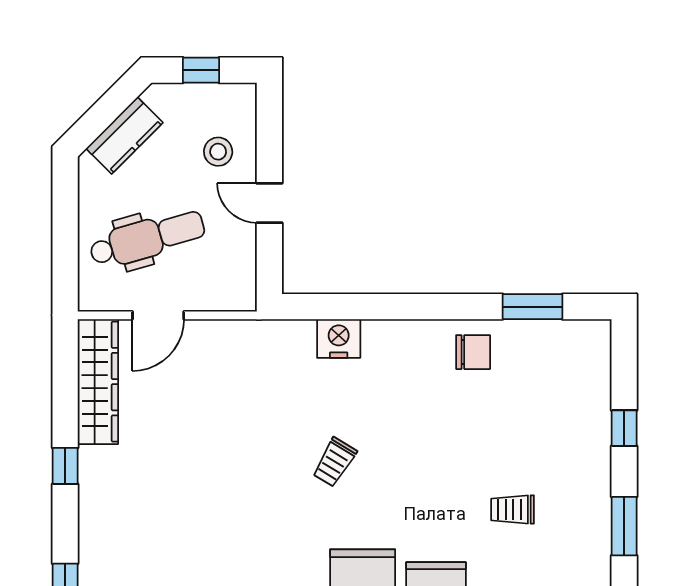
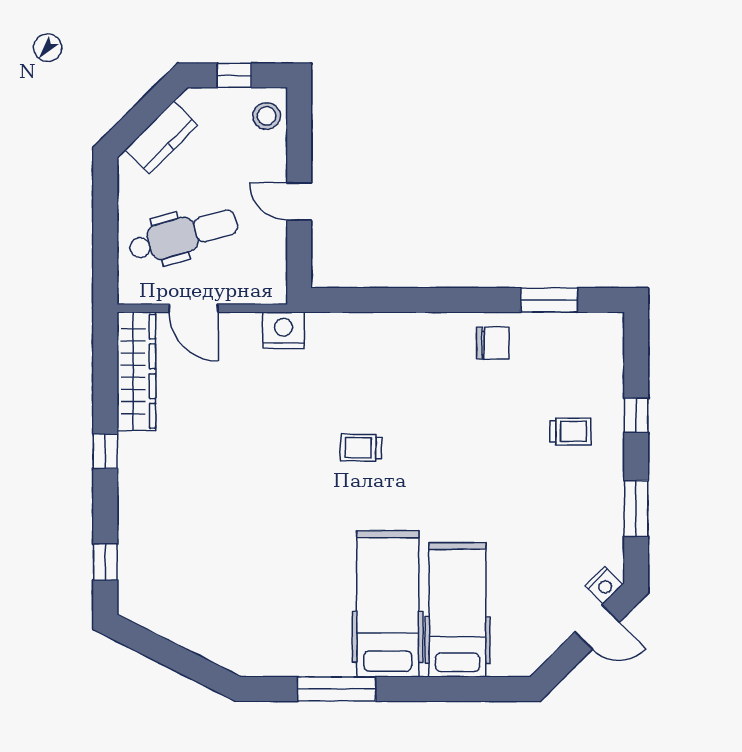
stool: (218, 152) -> (267, 116), moved
door: (158, 315) -> (194, 308), hinge flipped
nightstand: (339, 339) -> (283, 330), moved
trolley: (335, 462) -> (361, 448), turned 60
trolley: (513, 509) -> (571, 432), moved, turned 180

